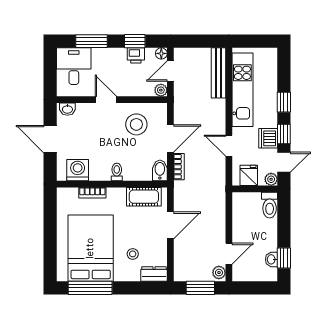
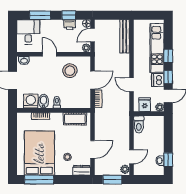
kitchen unit: (242, 90) -> (157, 48), moved, turned 180
bidet: (160, 170) -> (44, 101), moved
toilet: (270, 205) -> (139, 124), moved
door: (170, 225) -> (93, 149), moved

